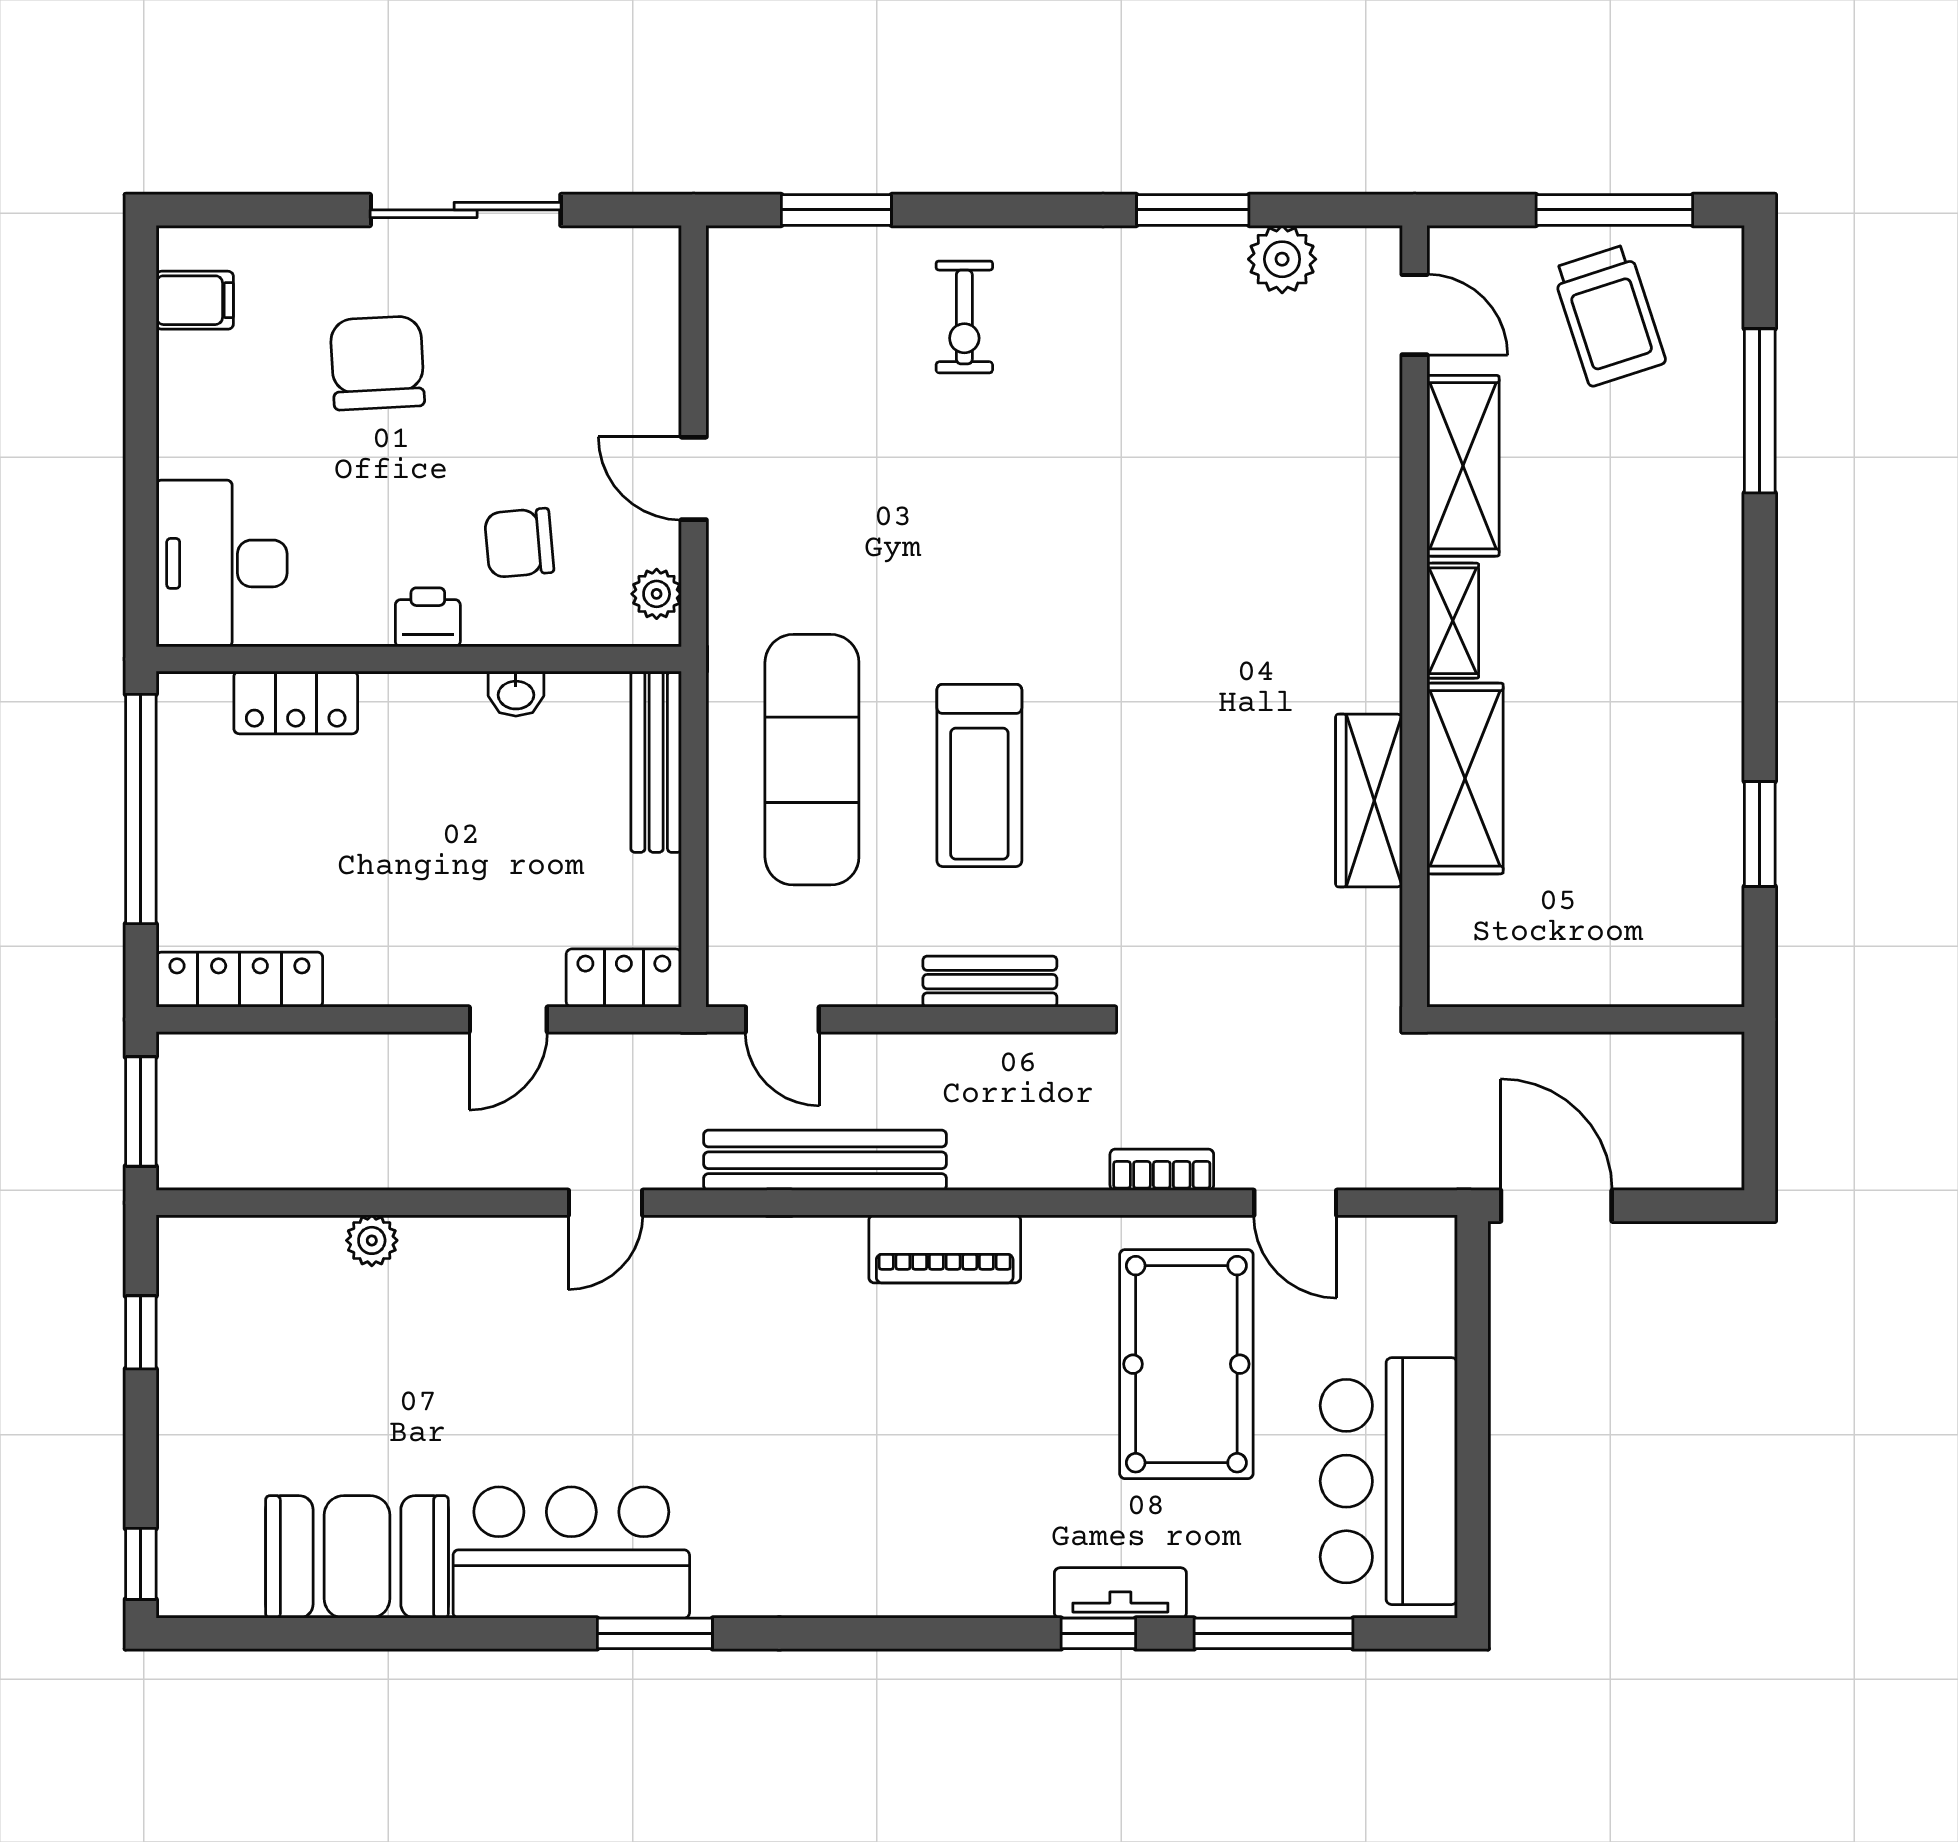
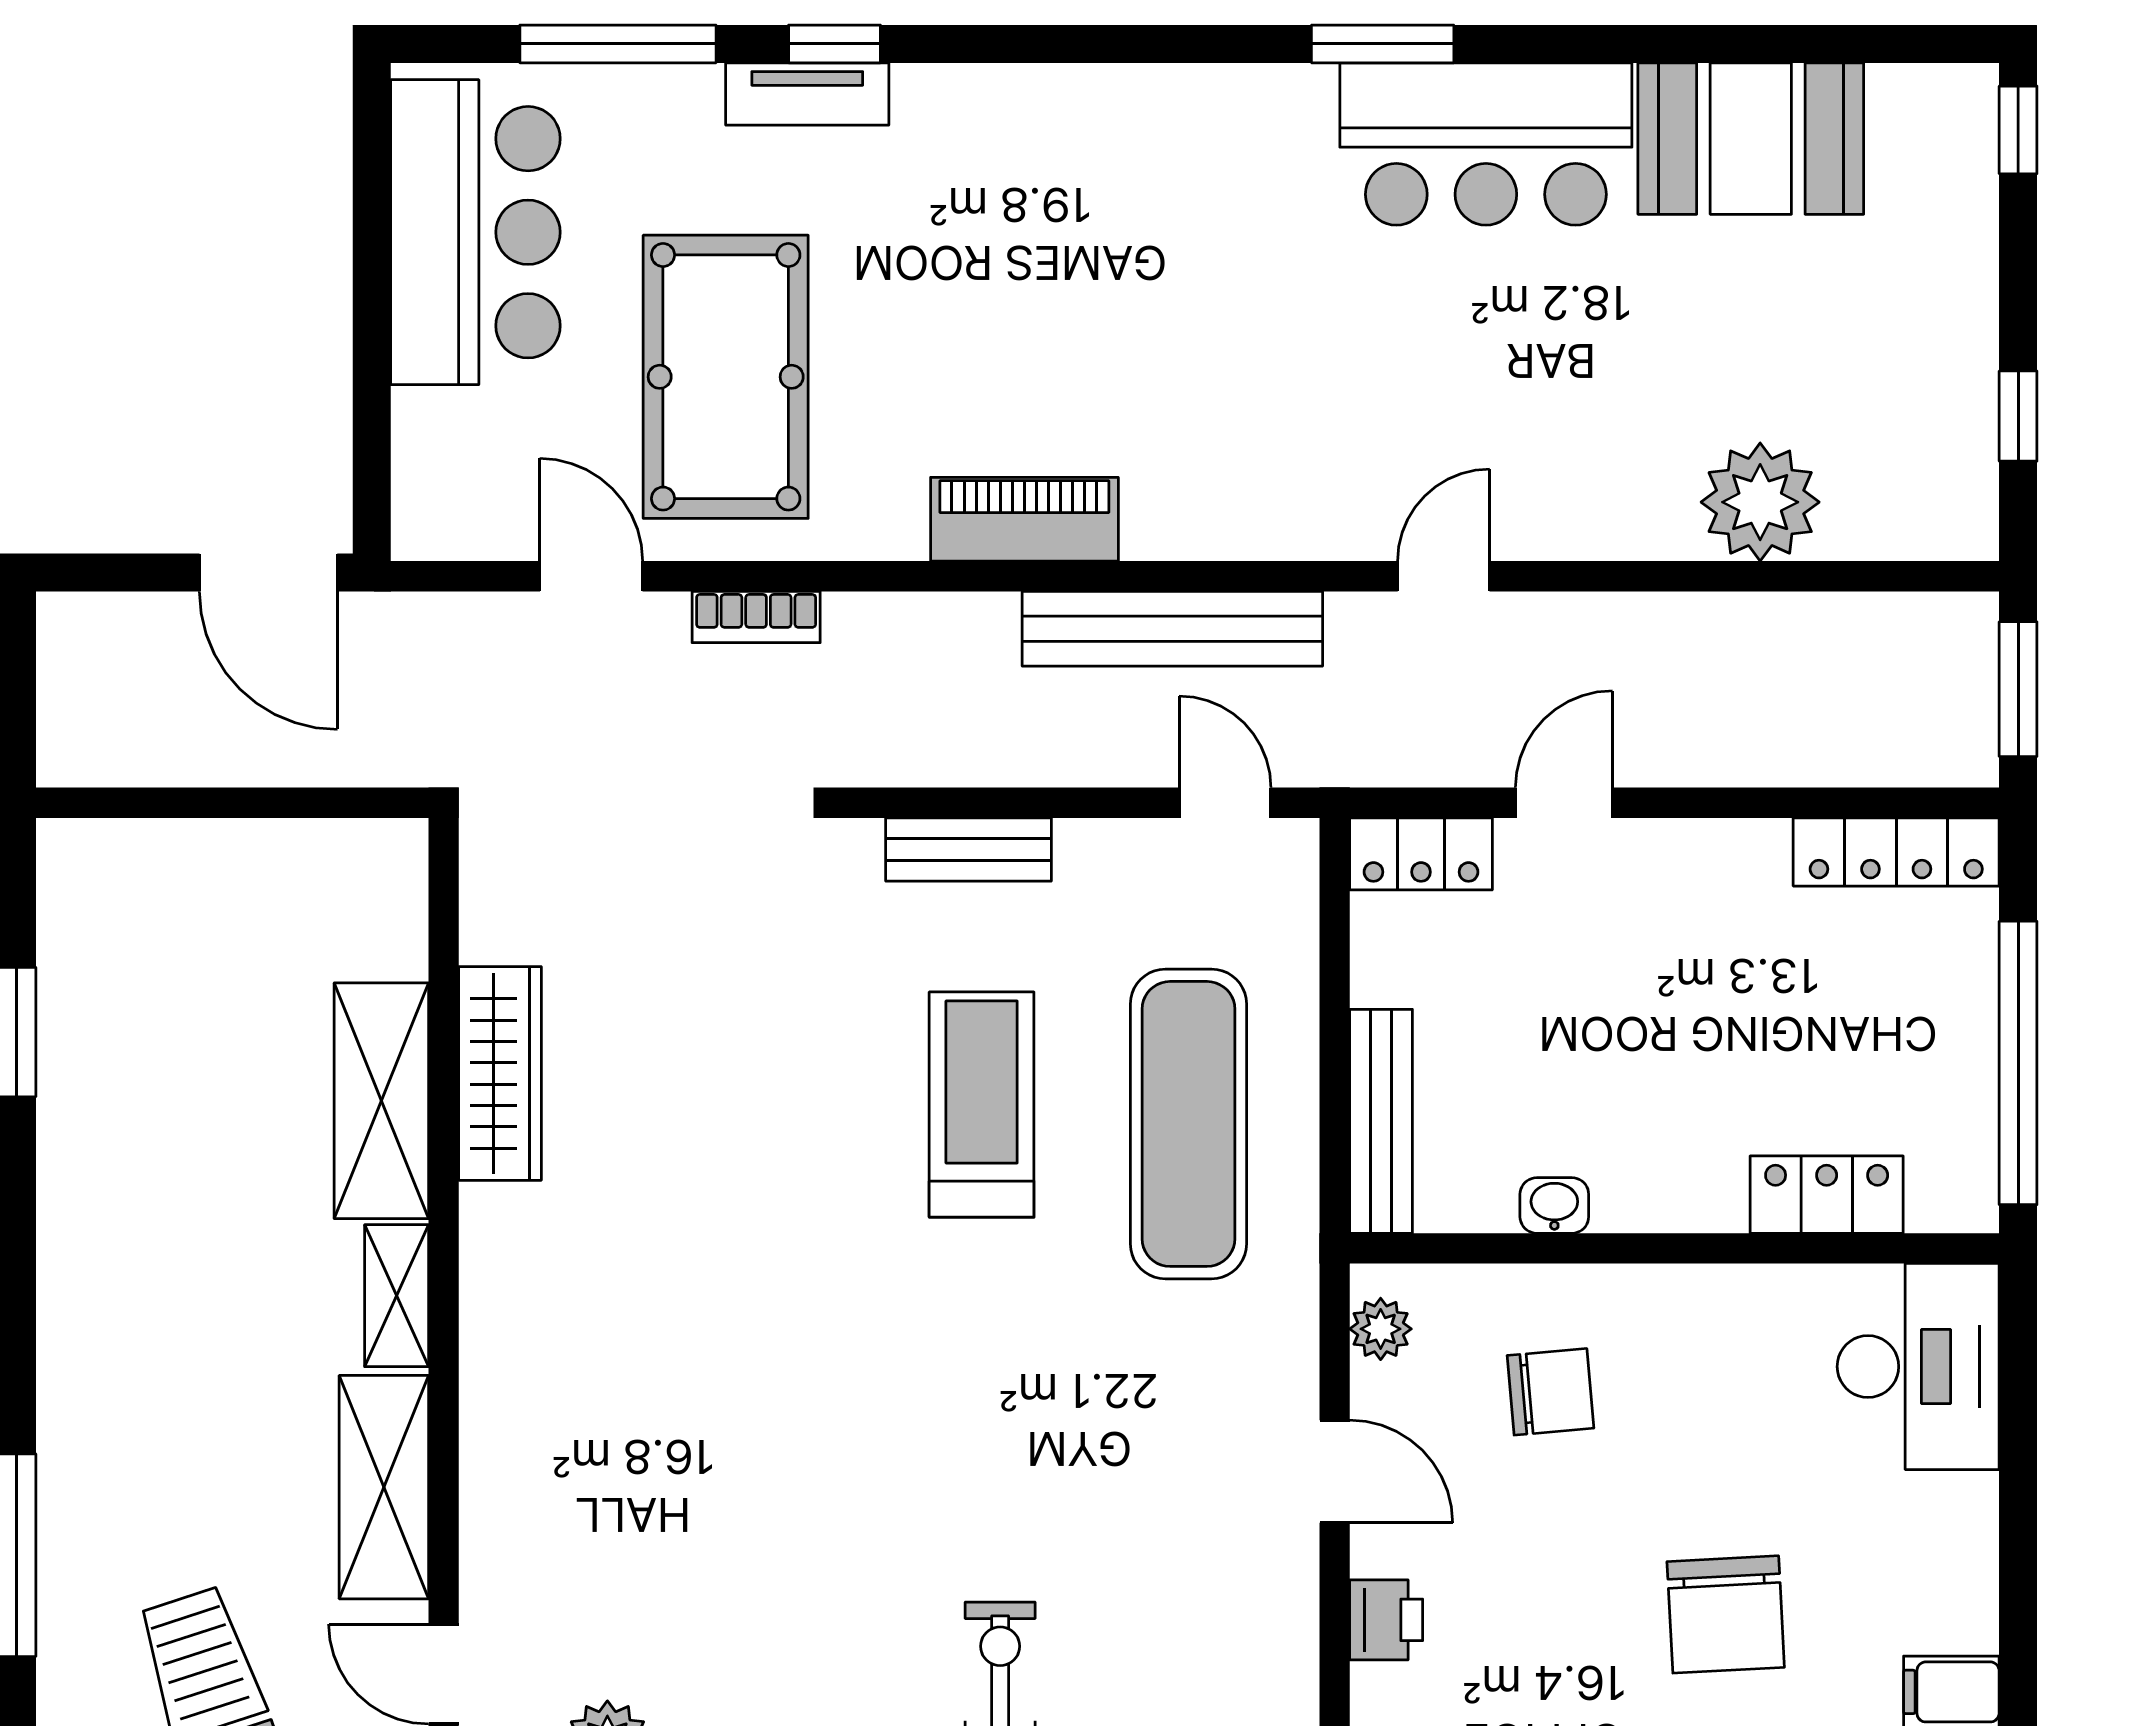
printer: (428, 617) -> (1386, 1620), moved, turned -90
plant: (372, 1240) -> (1760, 502), width x1.88, depth x1.88

